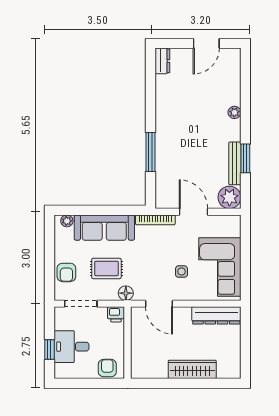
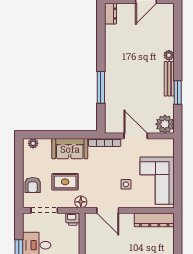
bench: (235, 163) -> (169, 79), moved
sofa: (104, 228) -> (70, 149), width x0.73

